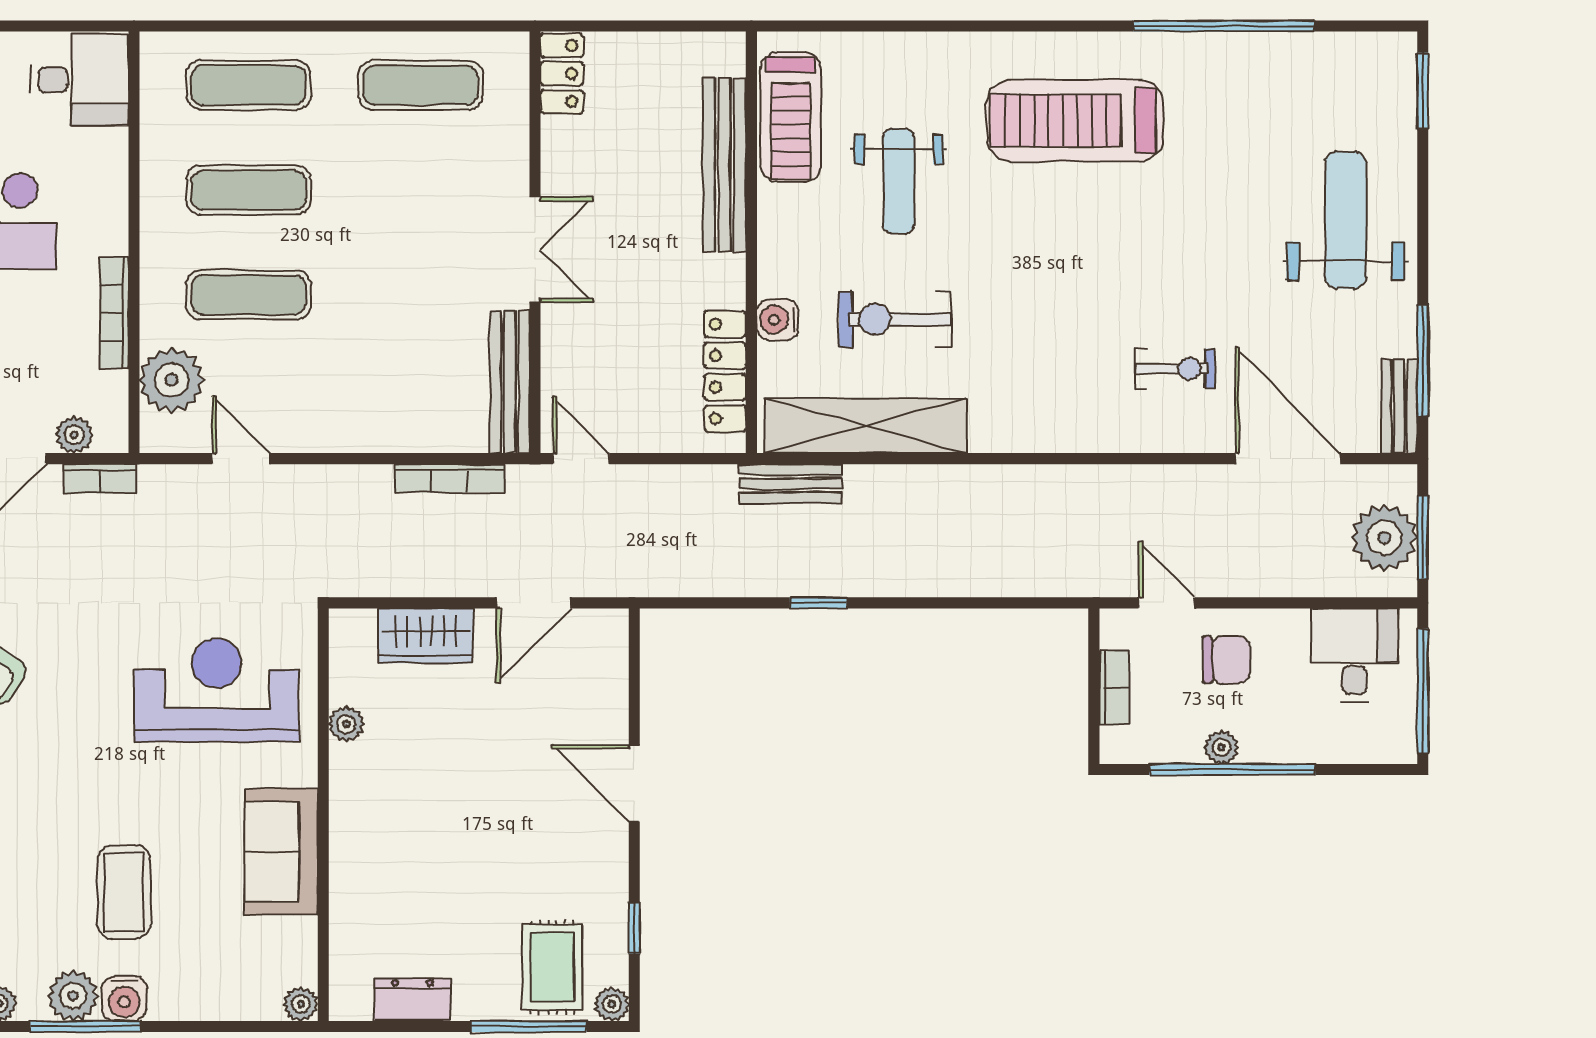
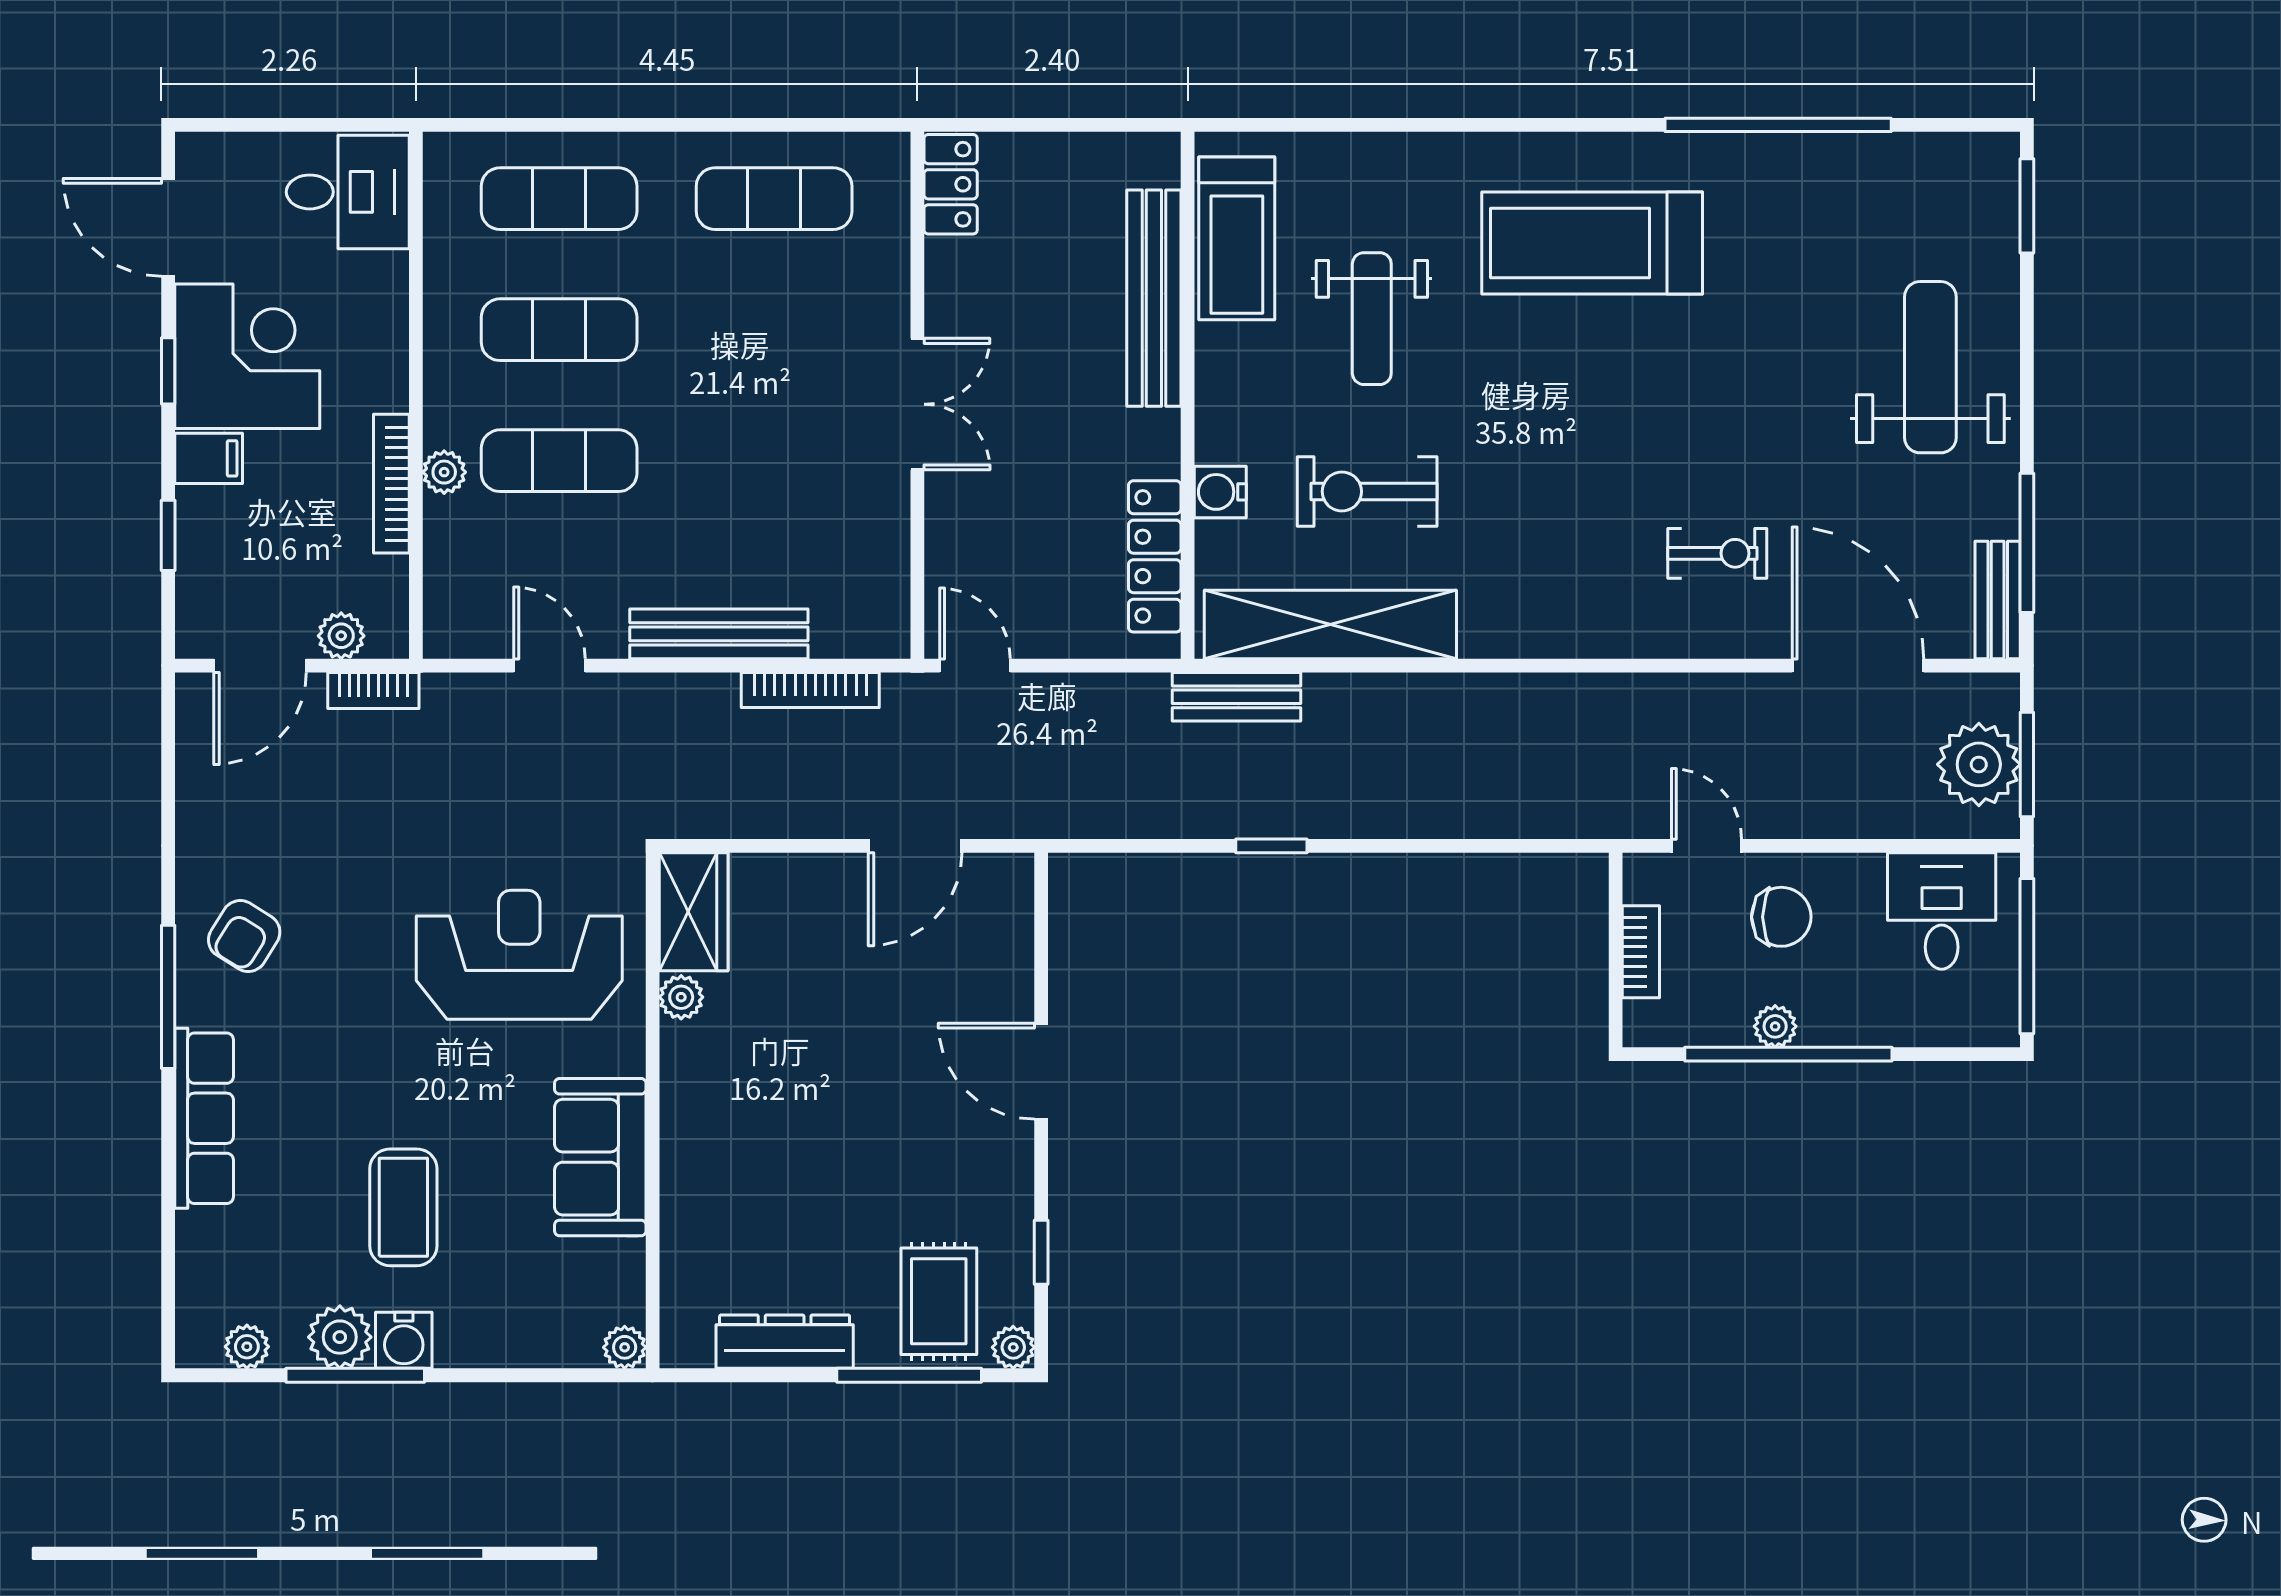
plant: (172, 380) -> (444, 472), moved, width x0.53, depth x0.53
bench: (510, 382) -> (719, 634), moved, turned 90
wardrobe: (425, 636) -> (694, 912), moved, turned -90
dresser: (412, 1000) -> (785, 1342), width x1.44

